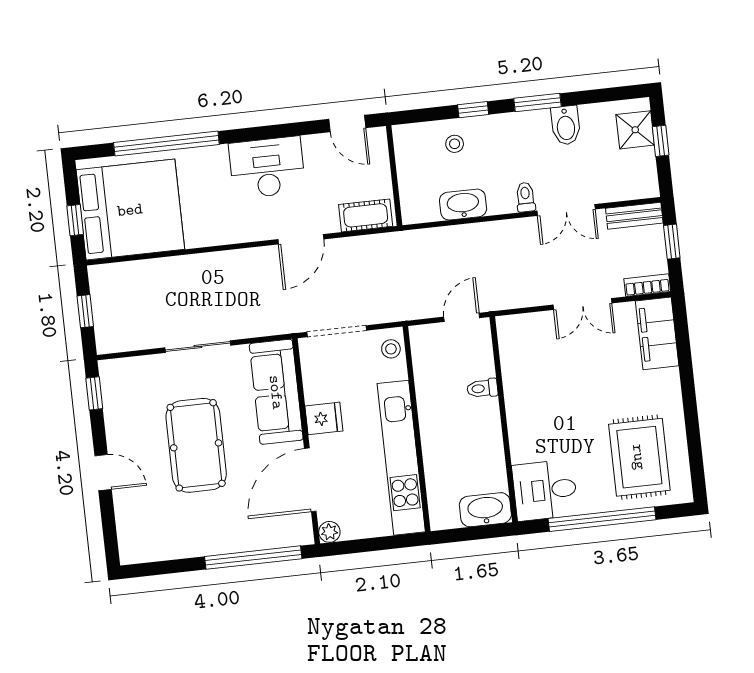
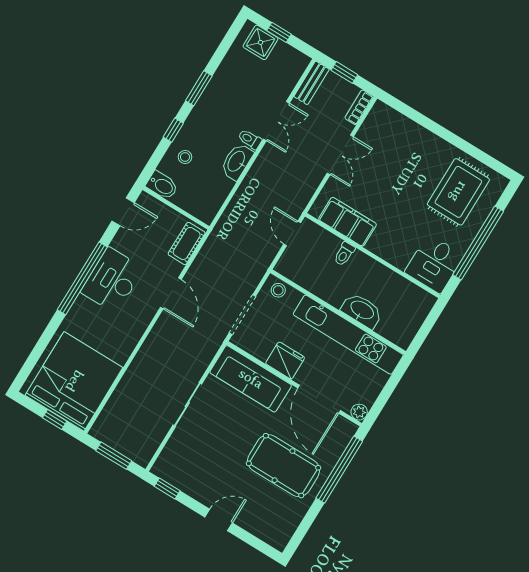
bidet: (566, 125) -> (162, 185), moved
window: (166, 143) -> (82, 278), moved
washbasin: (463, 205) -> (237, 162), moved
window: (85, 311) -> (114, 456), width x1.50
filing cabinet: (657, 333) -> (347, 222), moved, turned 180
fridge: (324, 418) -> (285, 360), width x1.38
pool table: (196, 445) -> (284, 466), moved
rug: (639, 457) -> (458, 192), turned 90
washbasin: (485, 510) -> (362, 311), moved, turned 90

